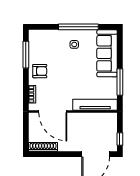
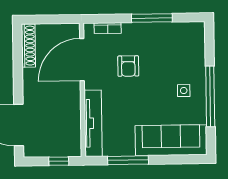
window: (26, 55) -> (152, 18), moved
armchair: (40, 71) -> (128, 66), moved
window: (120, 139) -> (59, 161), moved

